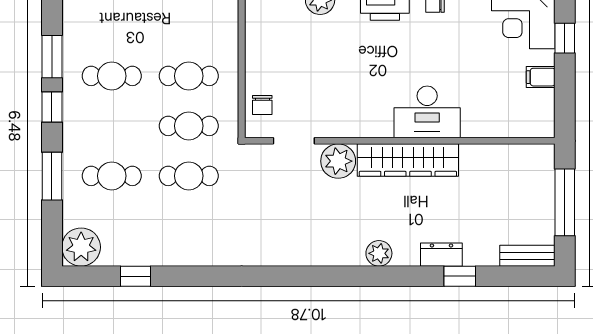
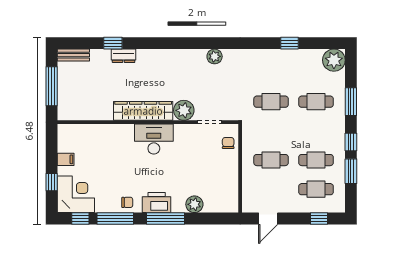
desk: (427, 112) -> (154, 139), moved
cafe table: (189, 126) -> (316, 189), moved
plant: (379, 253) -> (215, 56), moved
window: (136, 276) -> (290, 43), moved

